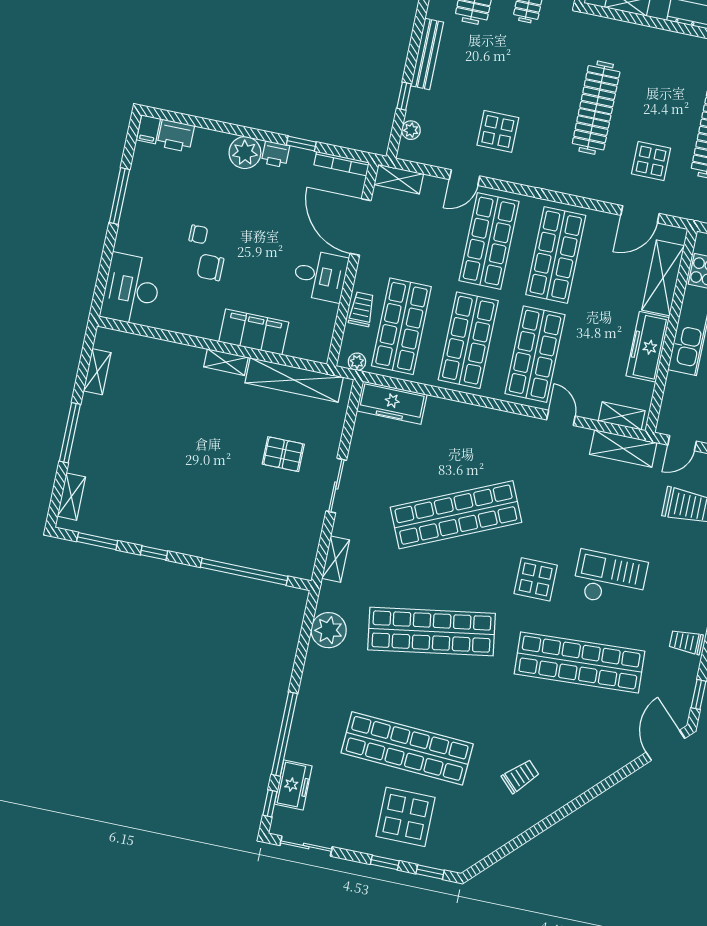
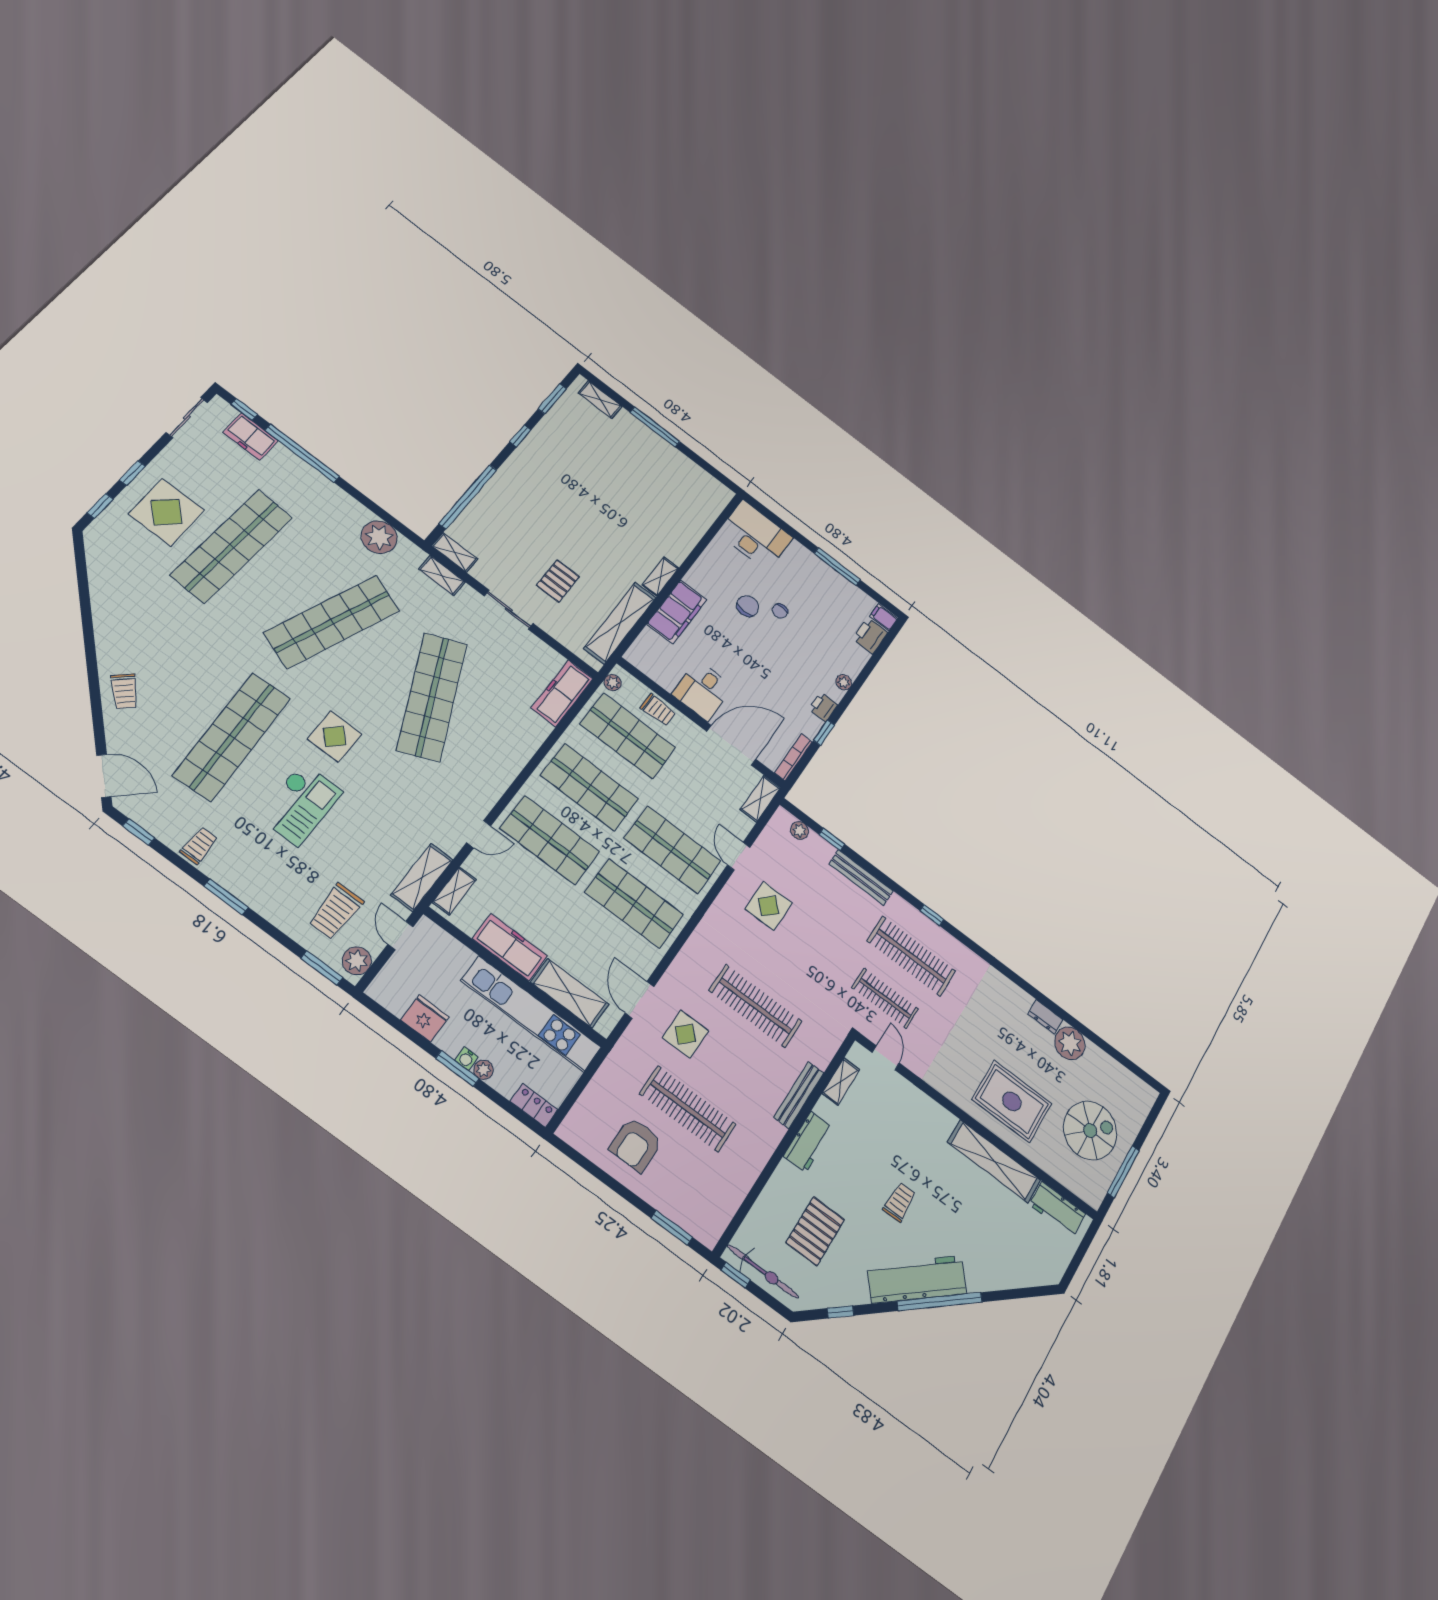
bench: (658, 37) -> (799, 1095), added
plant: (245, 153) -> (844, 682), width x0.53, depth x0.53
shelving: (97, 372) -> (455, 553), moved
shop shelf: (432, 632) -> (332, 622), turned 30
trolley: (520, 776) -> (124, 691), moved

